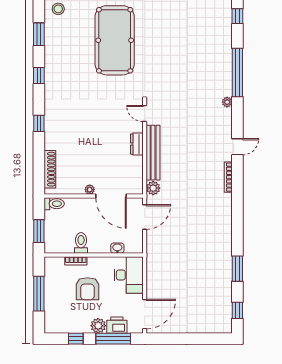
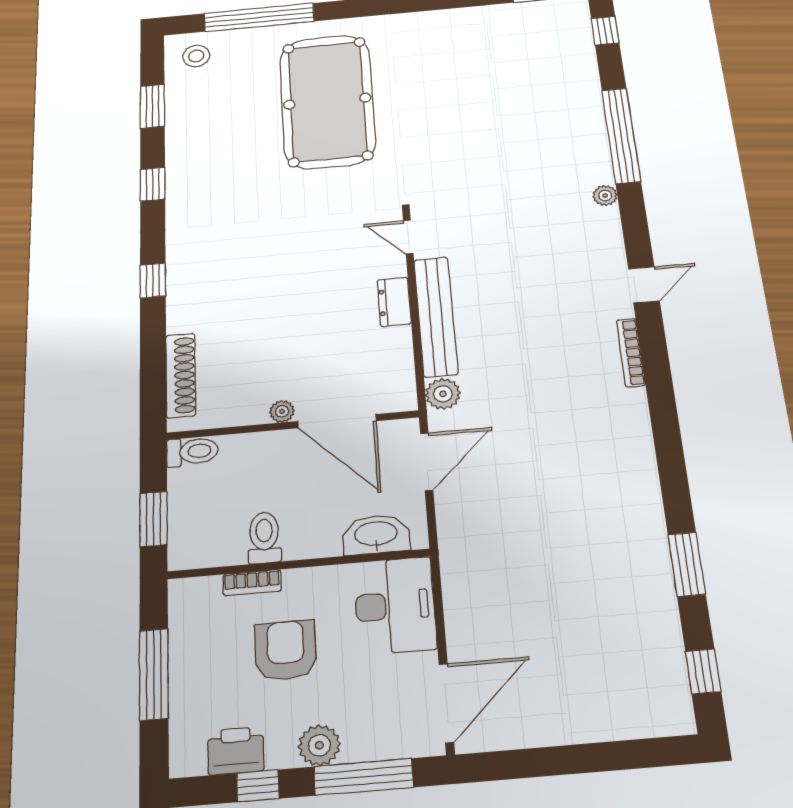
washbasin: (117, 248) -> (376, 535), width x1.91, depth x1.45
armchair: (87, 289) -> (285, 650), turned 180
printer: (117, 325) -> (236, 751), moved

